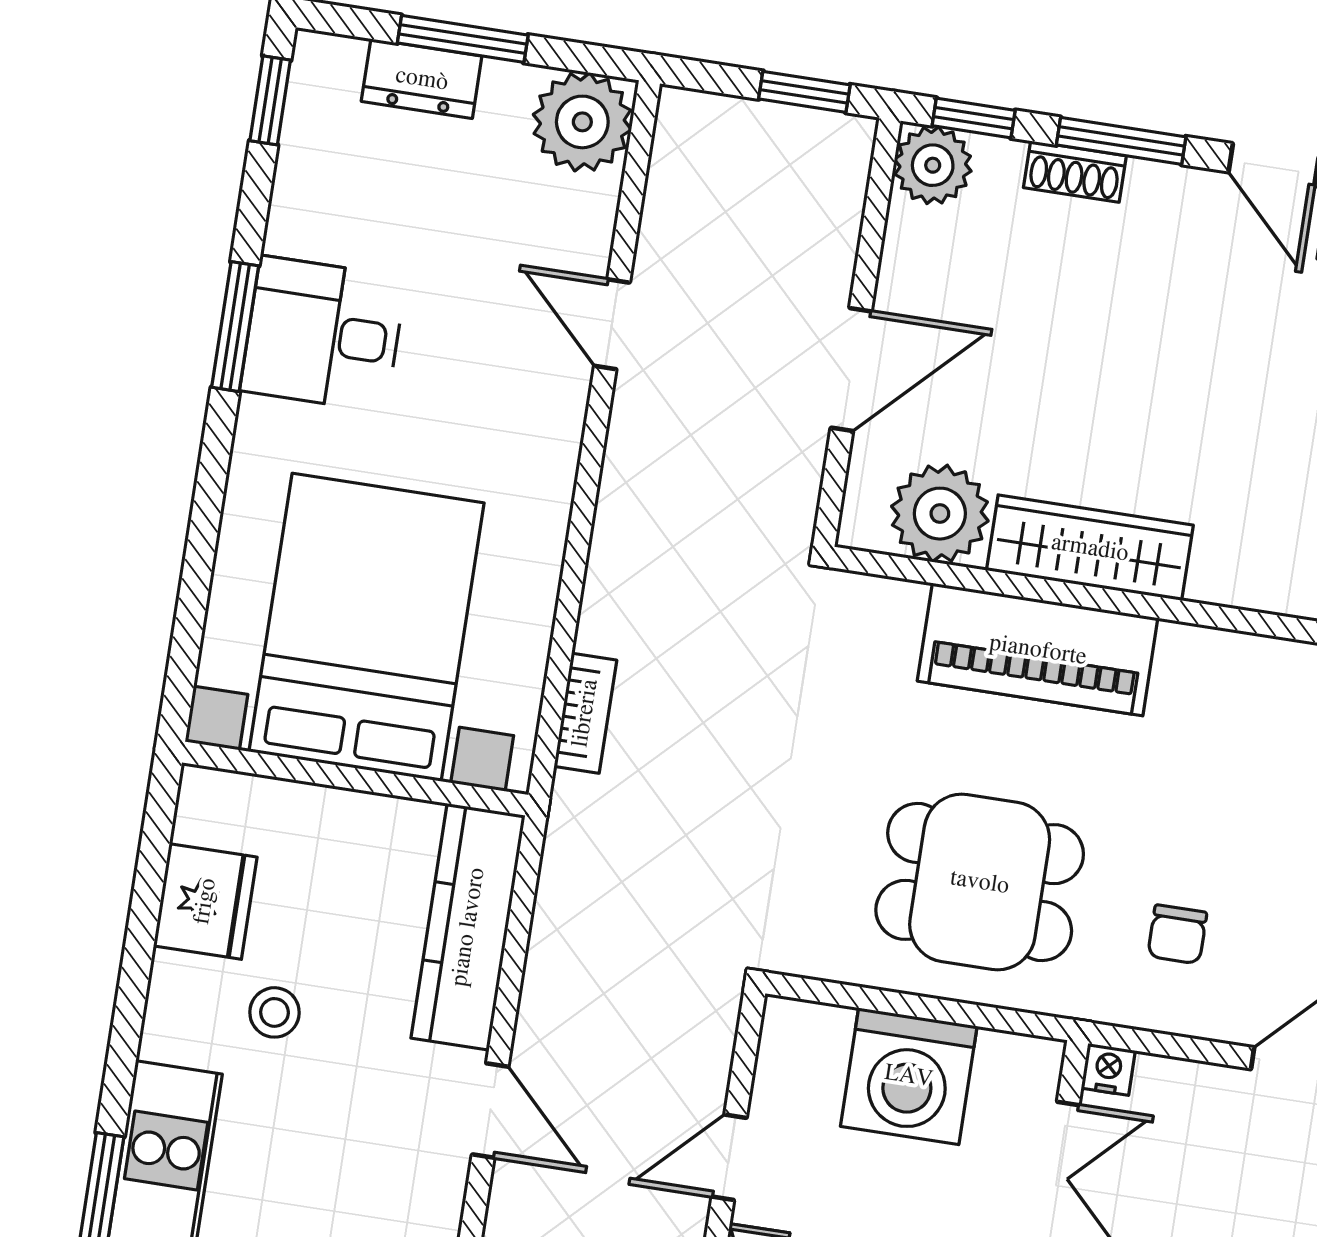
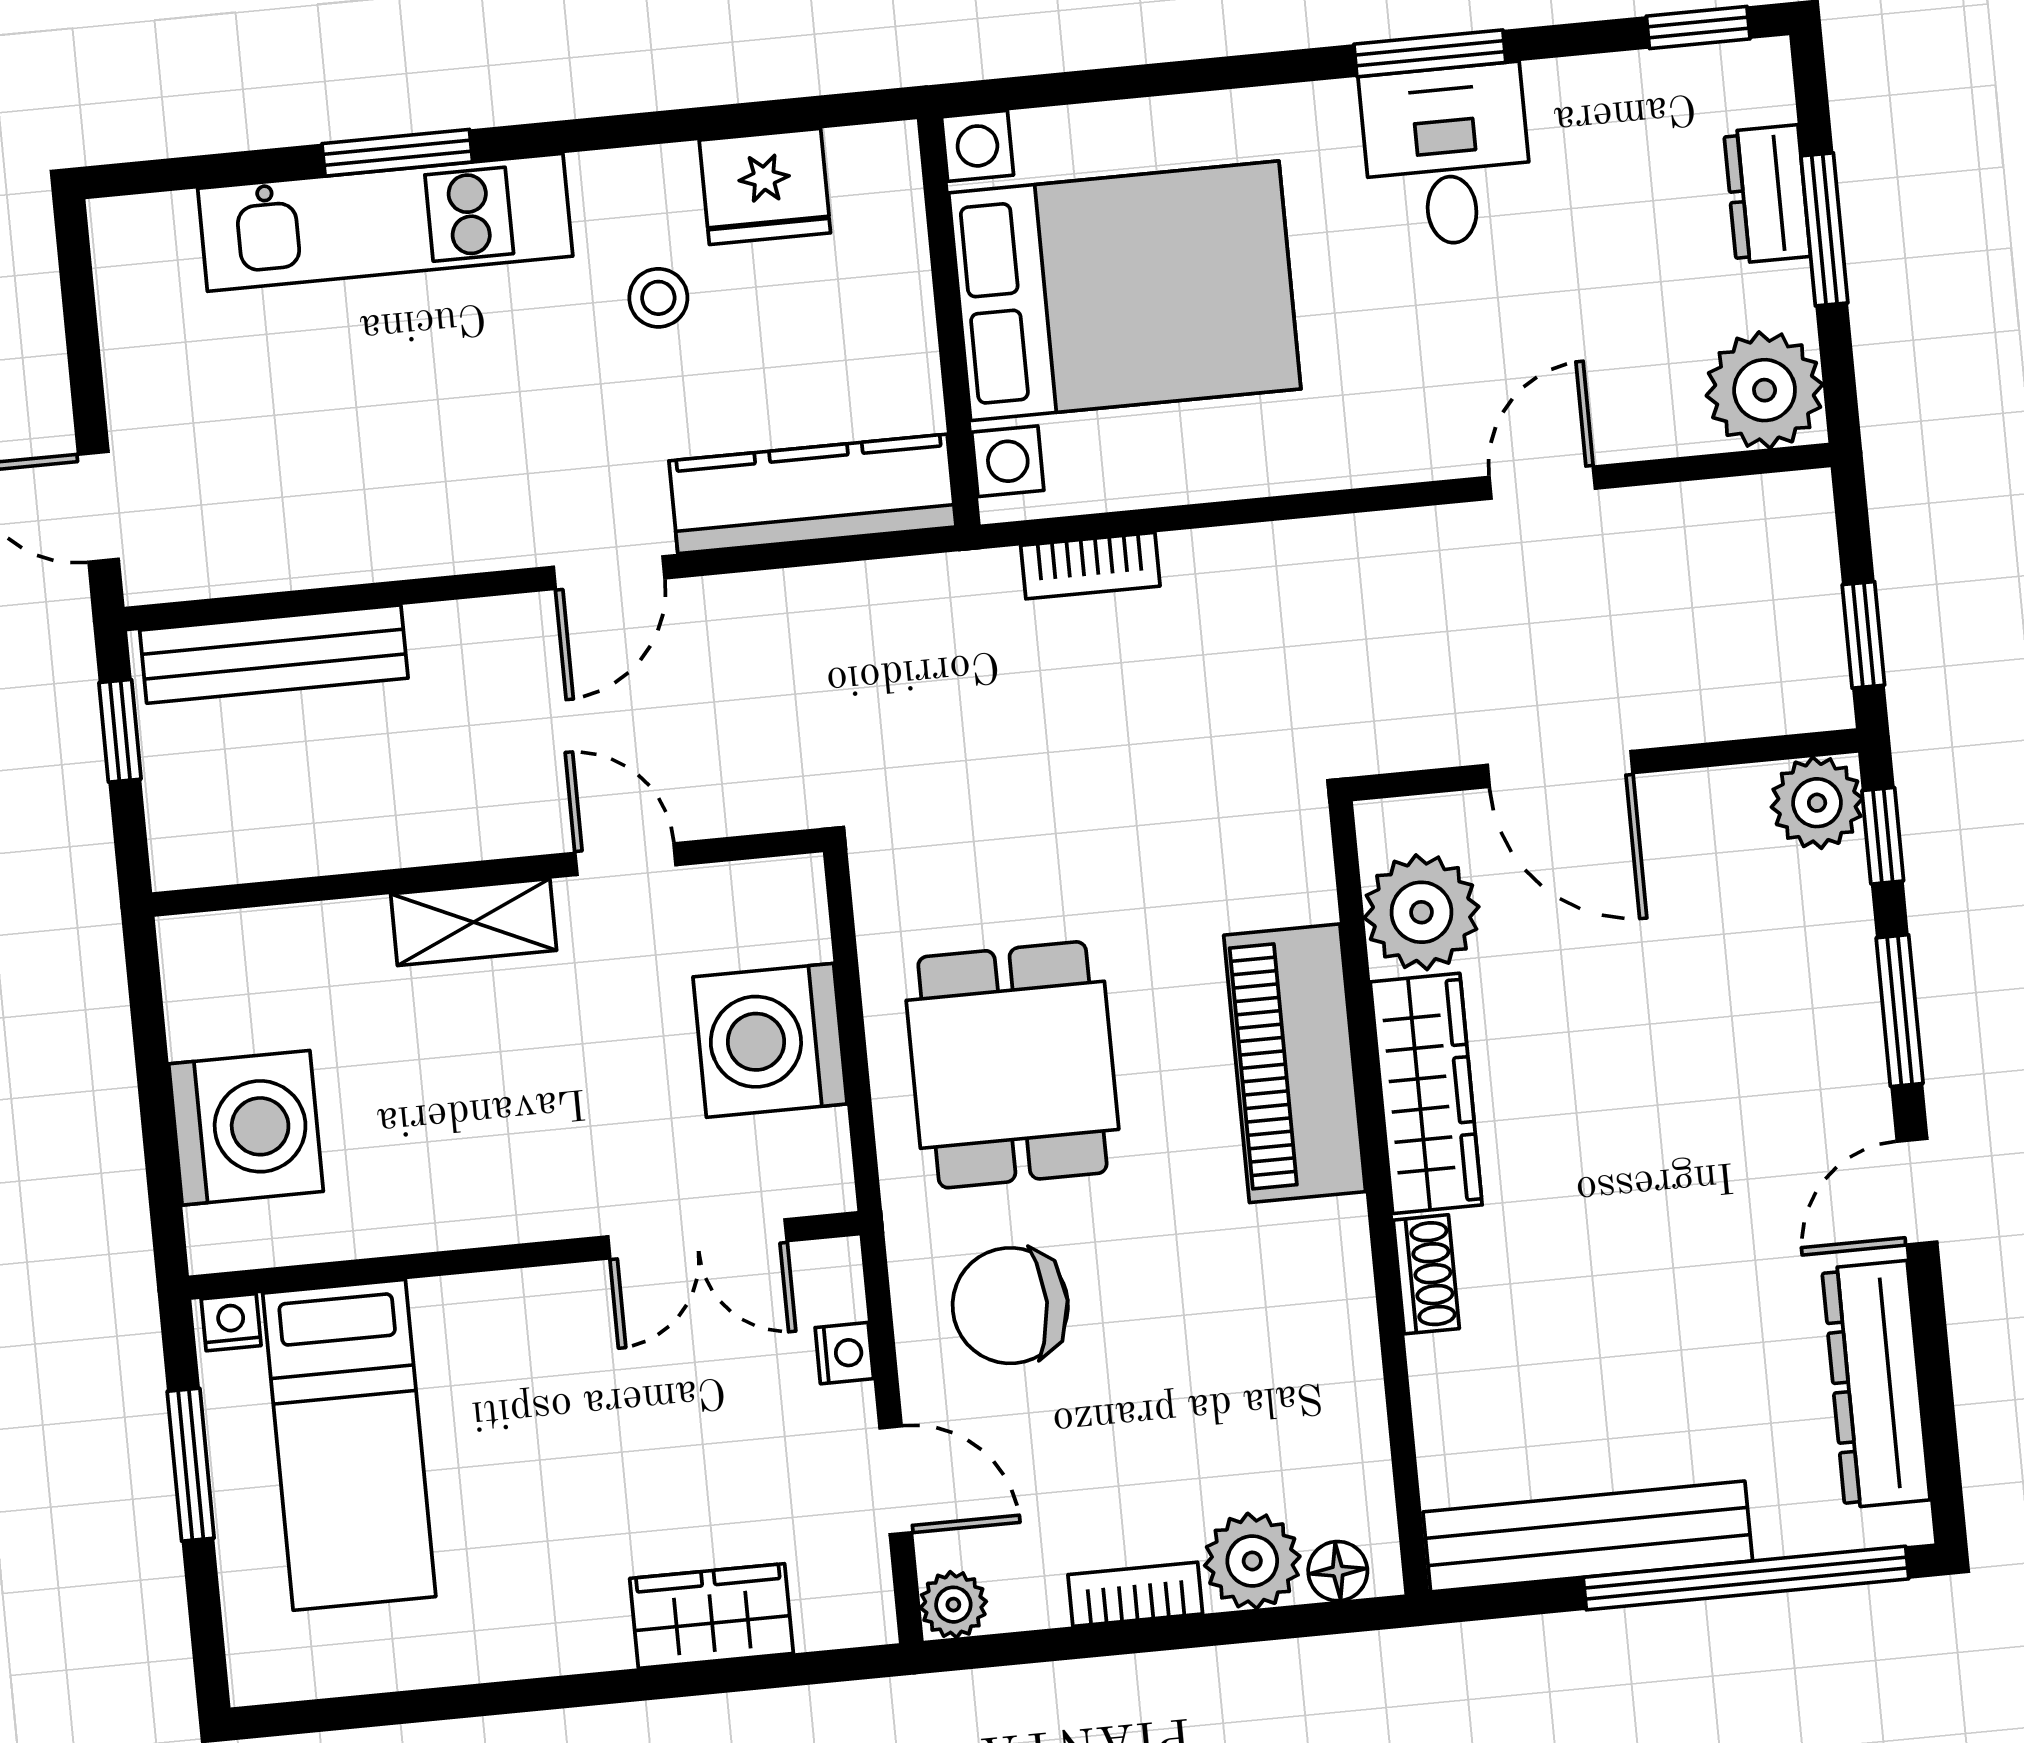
shoe rack: (1075, 172) -> (1426, 1274), moved, turned 180
chair: (1177, 934) -> (1010, 1306), width x1.87, depth x1.87
nightstand: (1108, 1069) -> (844, 1353), moved

